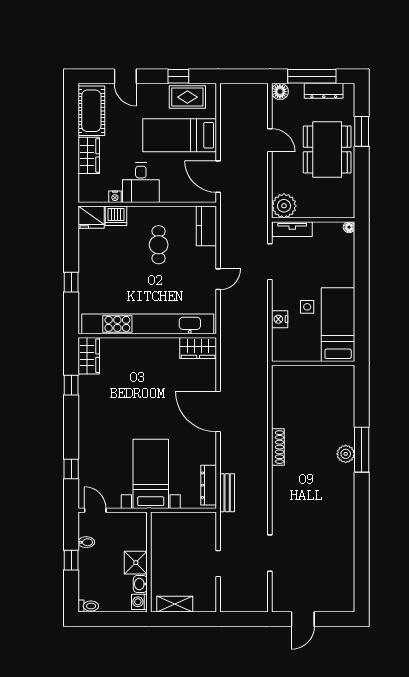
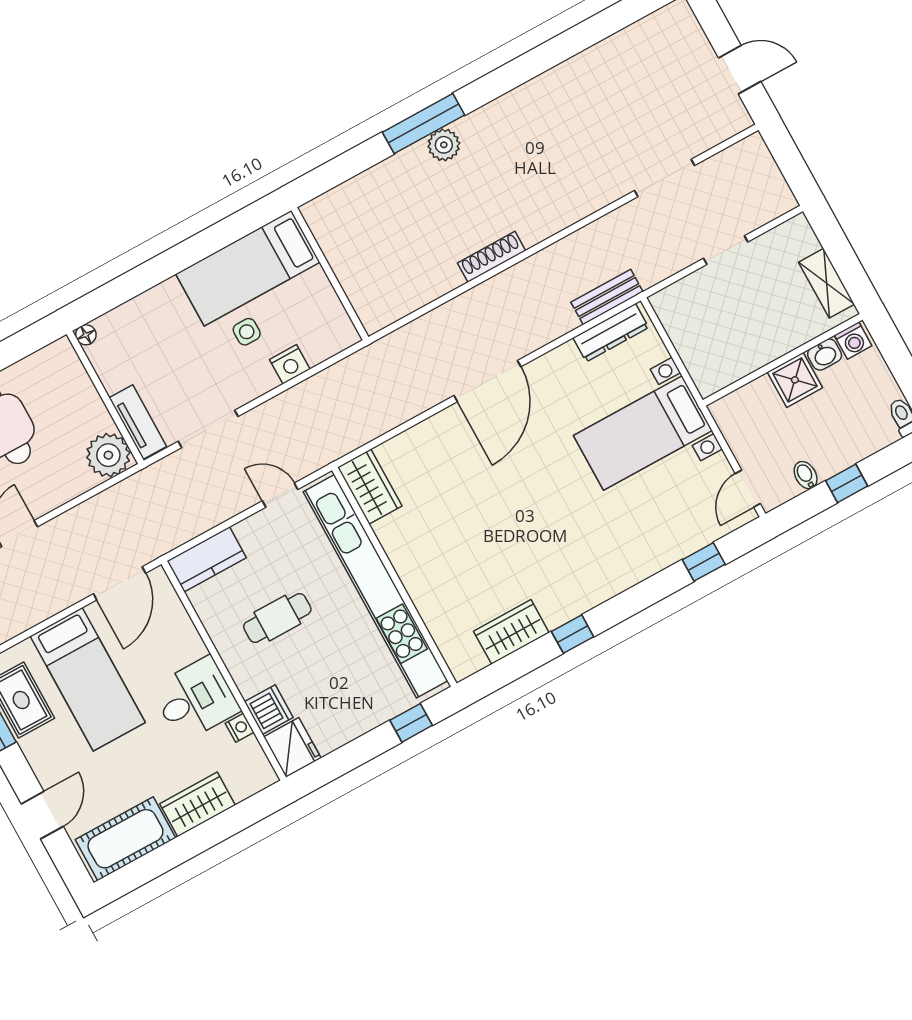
kitchen unit: (148, 324) -> (376, 586), moved
wall: (147, 336) -> (394, 577), moved
wardrobe: (198, 348) -> (370, 487), moved

